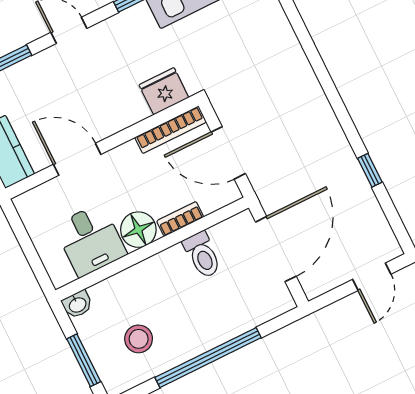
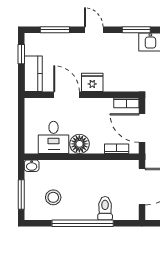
fridge: (164, 91) -> (92, 82), moved
bookcase: (171, 130) -> (126, 103), width x0.64
bookcase: (180, 219) -> (117, 149), moved
toilet: (202, 255) -> (105, 208), moved, turned 180

